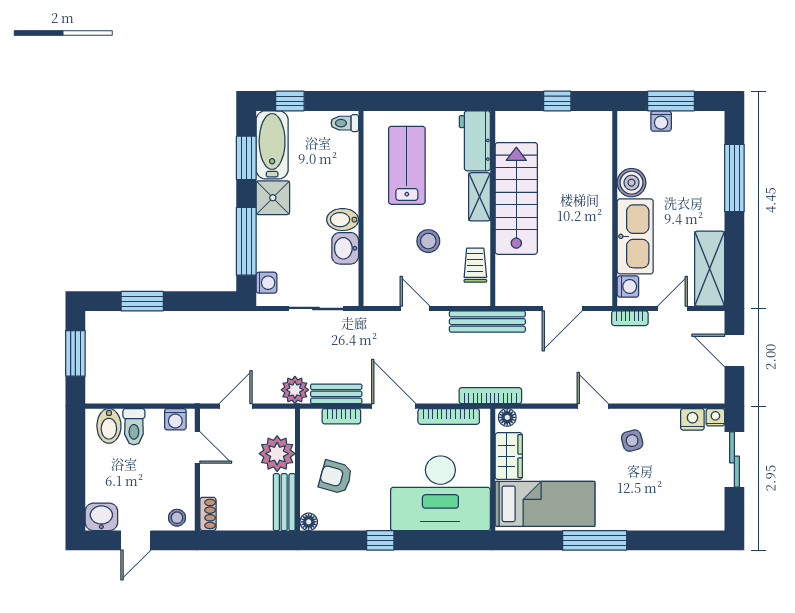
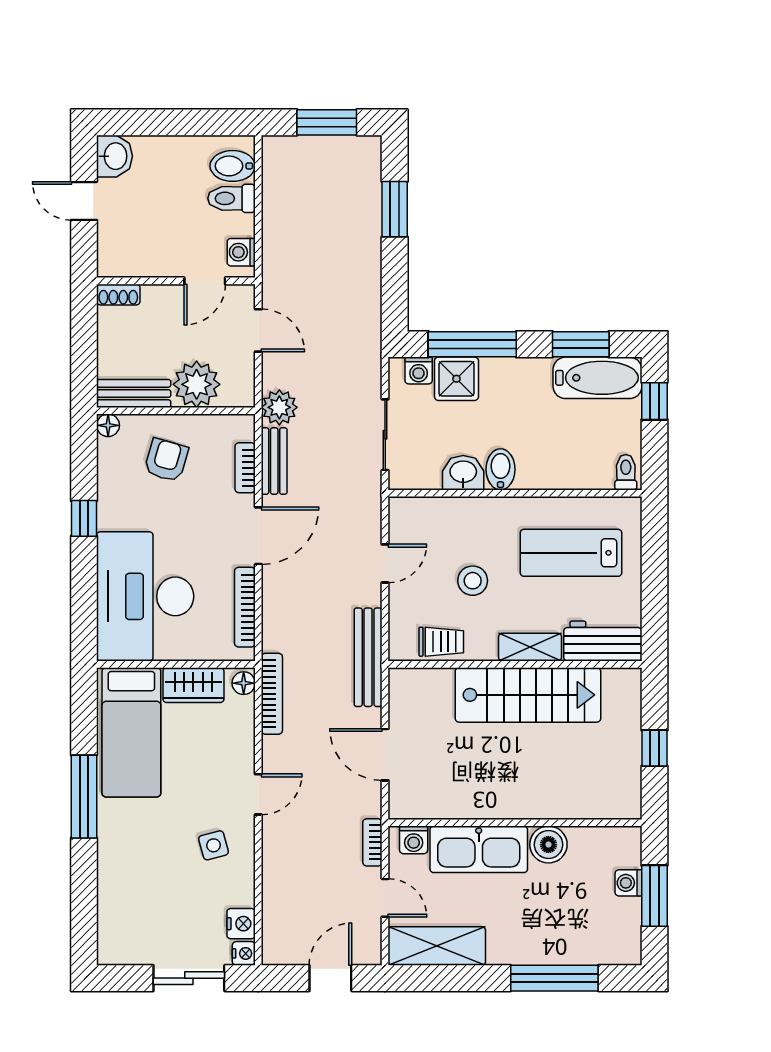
lab bench: (407, 165) -> (571, 553), turned 180
shower: (273, 198) -> (456, 379), moved
bookcase: (490, 396) -> (272, 694), moved
stool: (177, 518) -> (113, 254), removed

